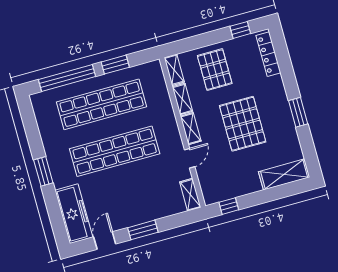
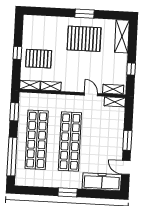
window: (240, 30) -> (17, 53), moved
locker: (268, 54) -> (40, 20), removed
window: (115, 65) -> (14, 112), moved
pallet: (243, 124) -> (84, 39), moved
shelving: (191, 129) -> (113, 89), moved
window: (229, 206) -> (131, 69), moved

